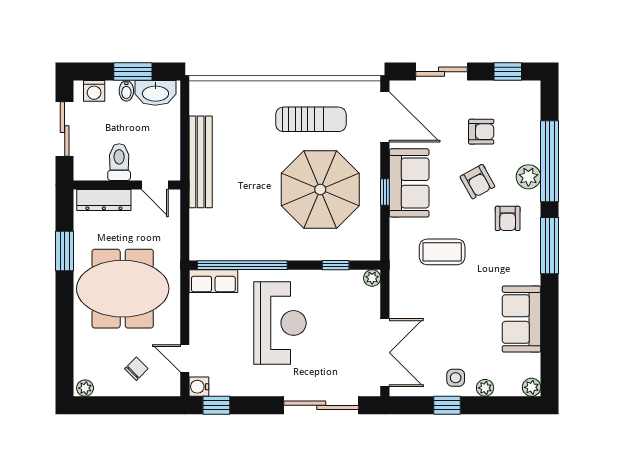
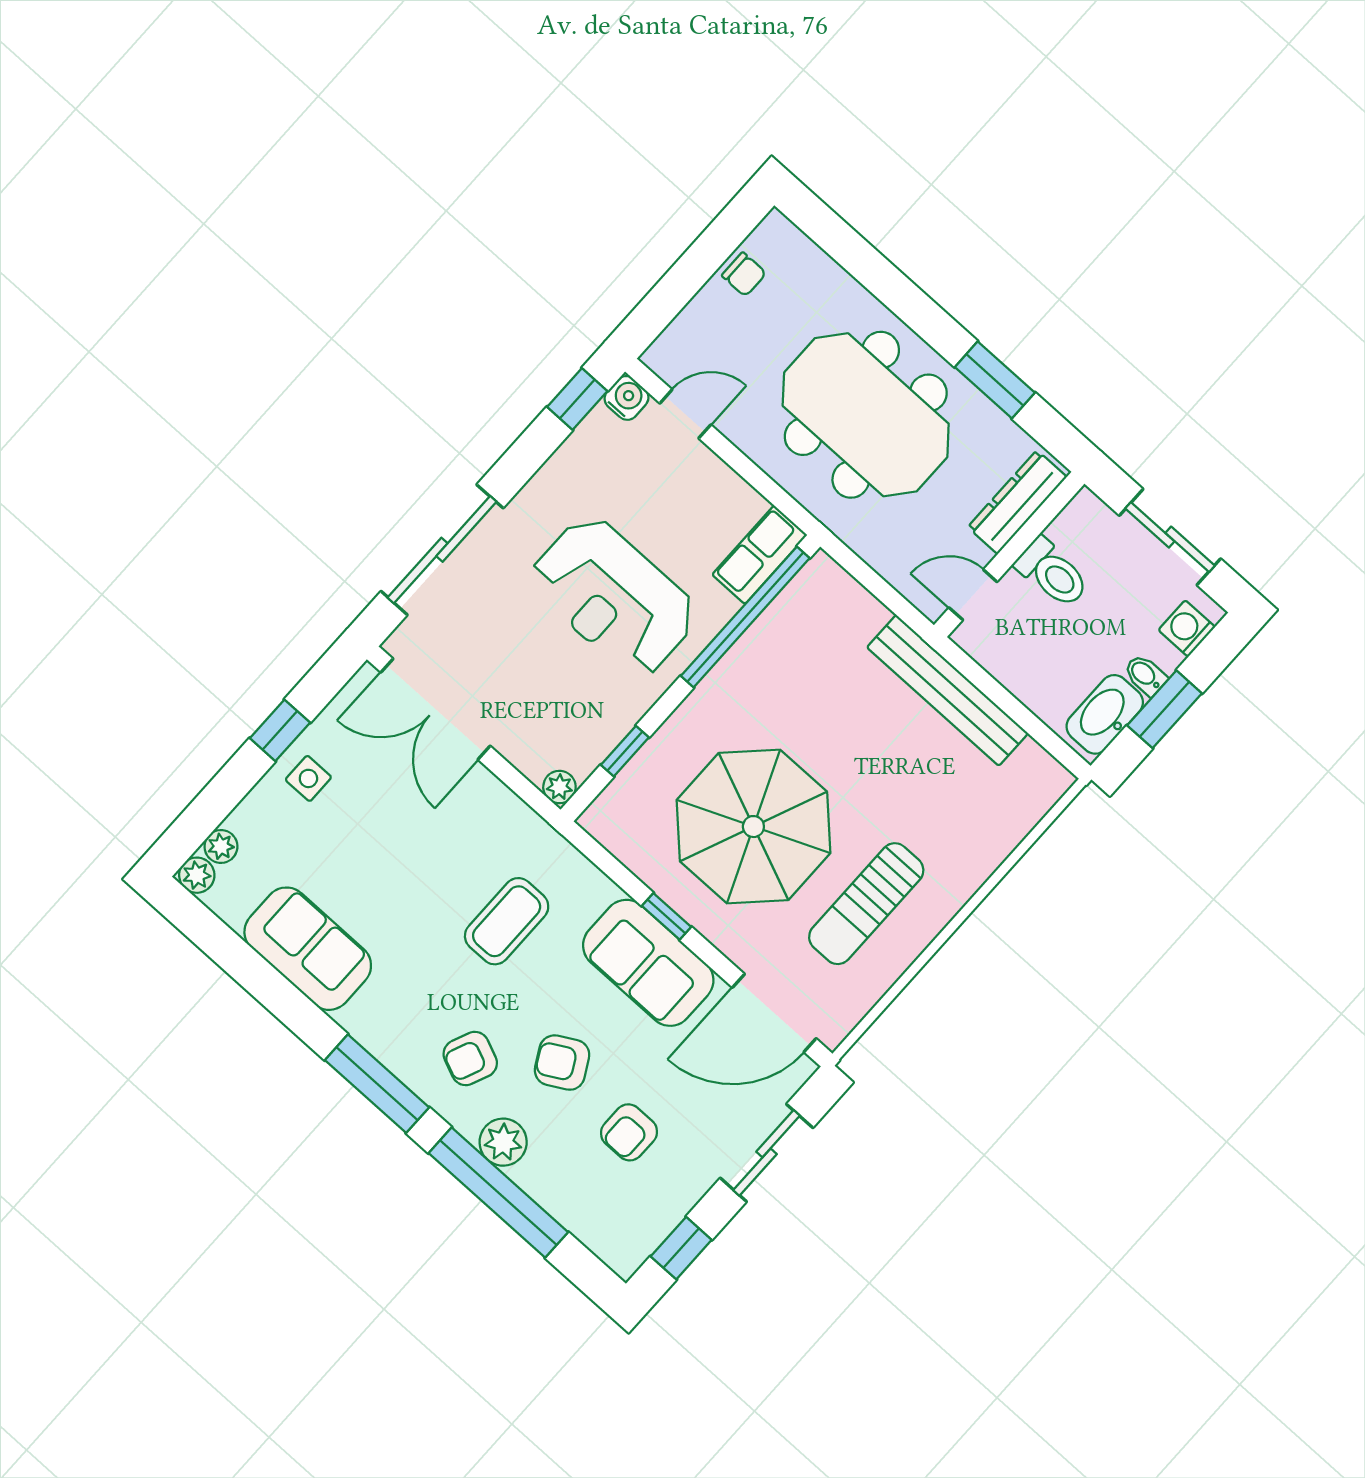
armchair: (508, 218) -> (470, 1058), turned -67
meeting table: (123, 289) -> (866, 415), turned 90
chair: (136, 369) -> (744, 274), moved, turned -45
plant: (85, 388) -> (771, 232), removed
plant: (485, 388) -> (221, 846), moved

